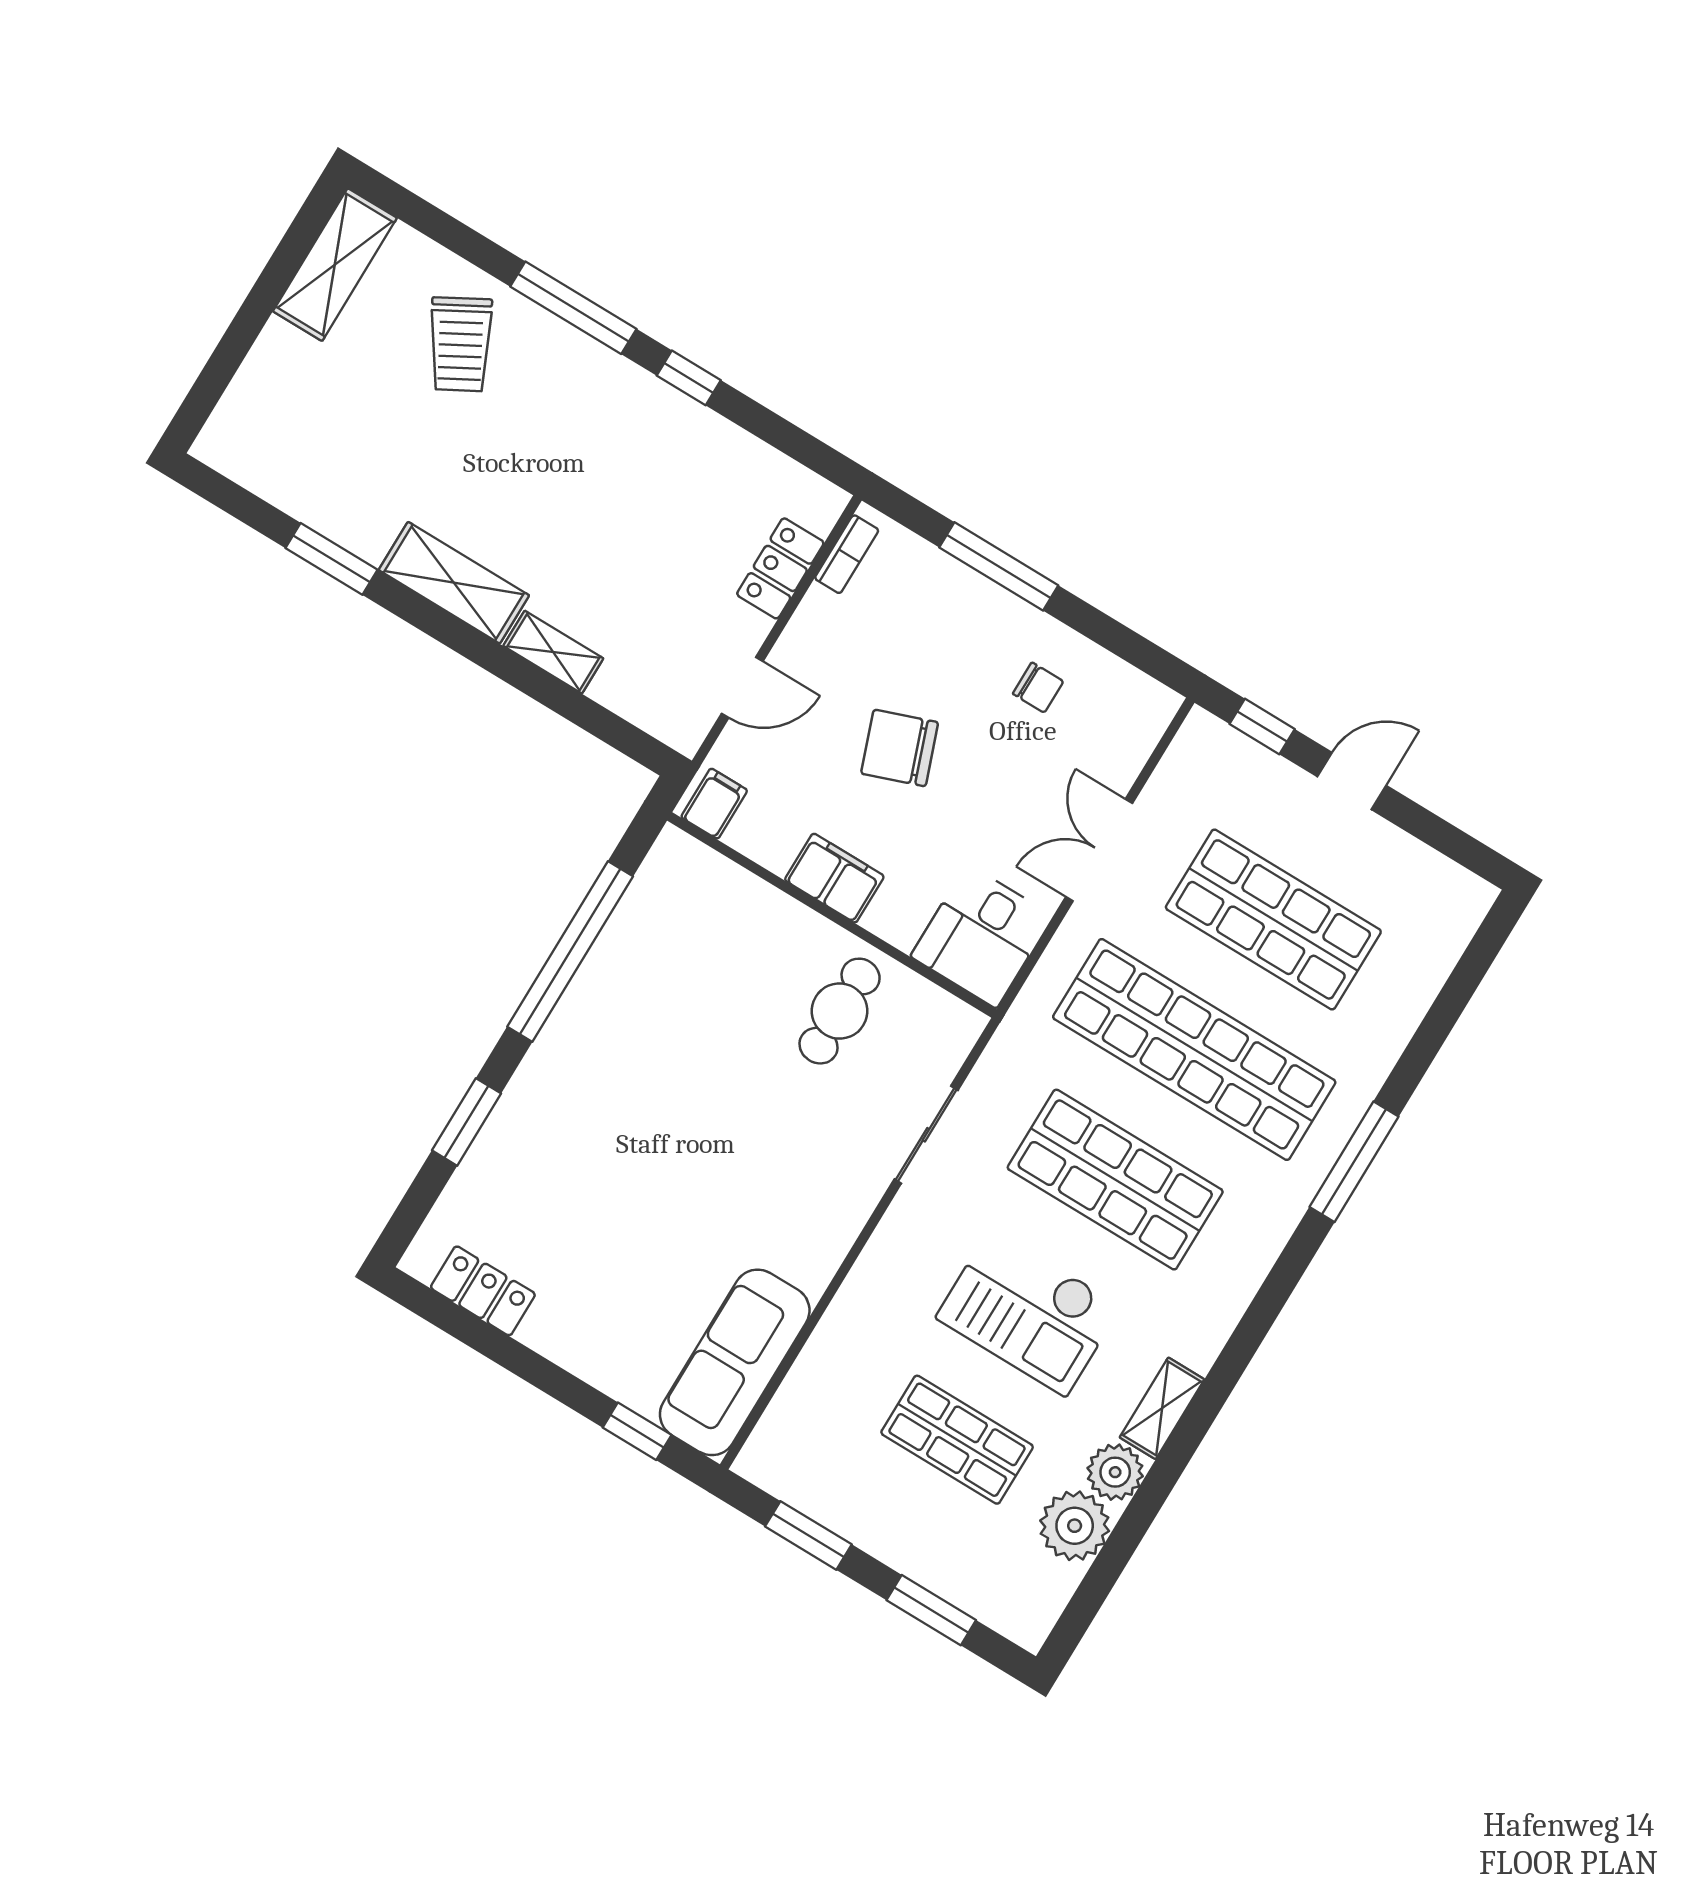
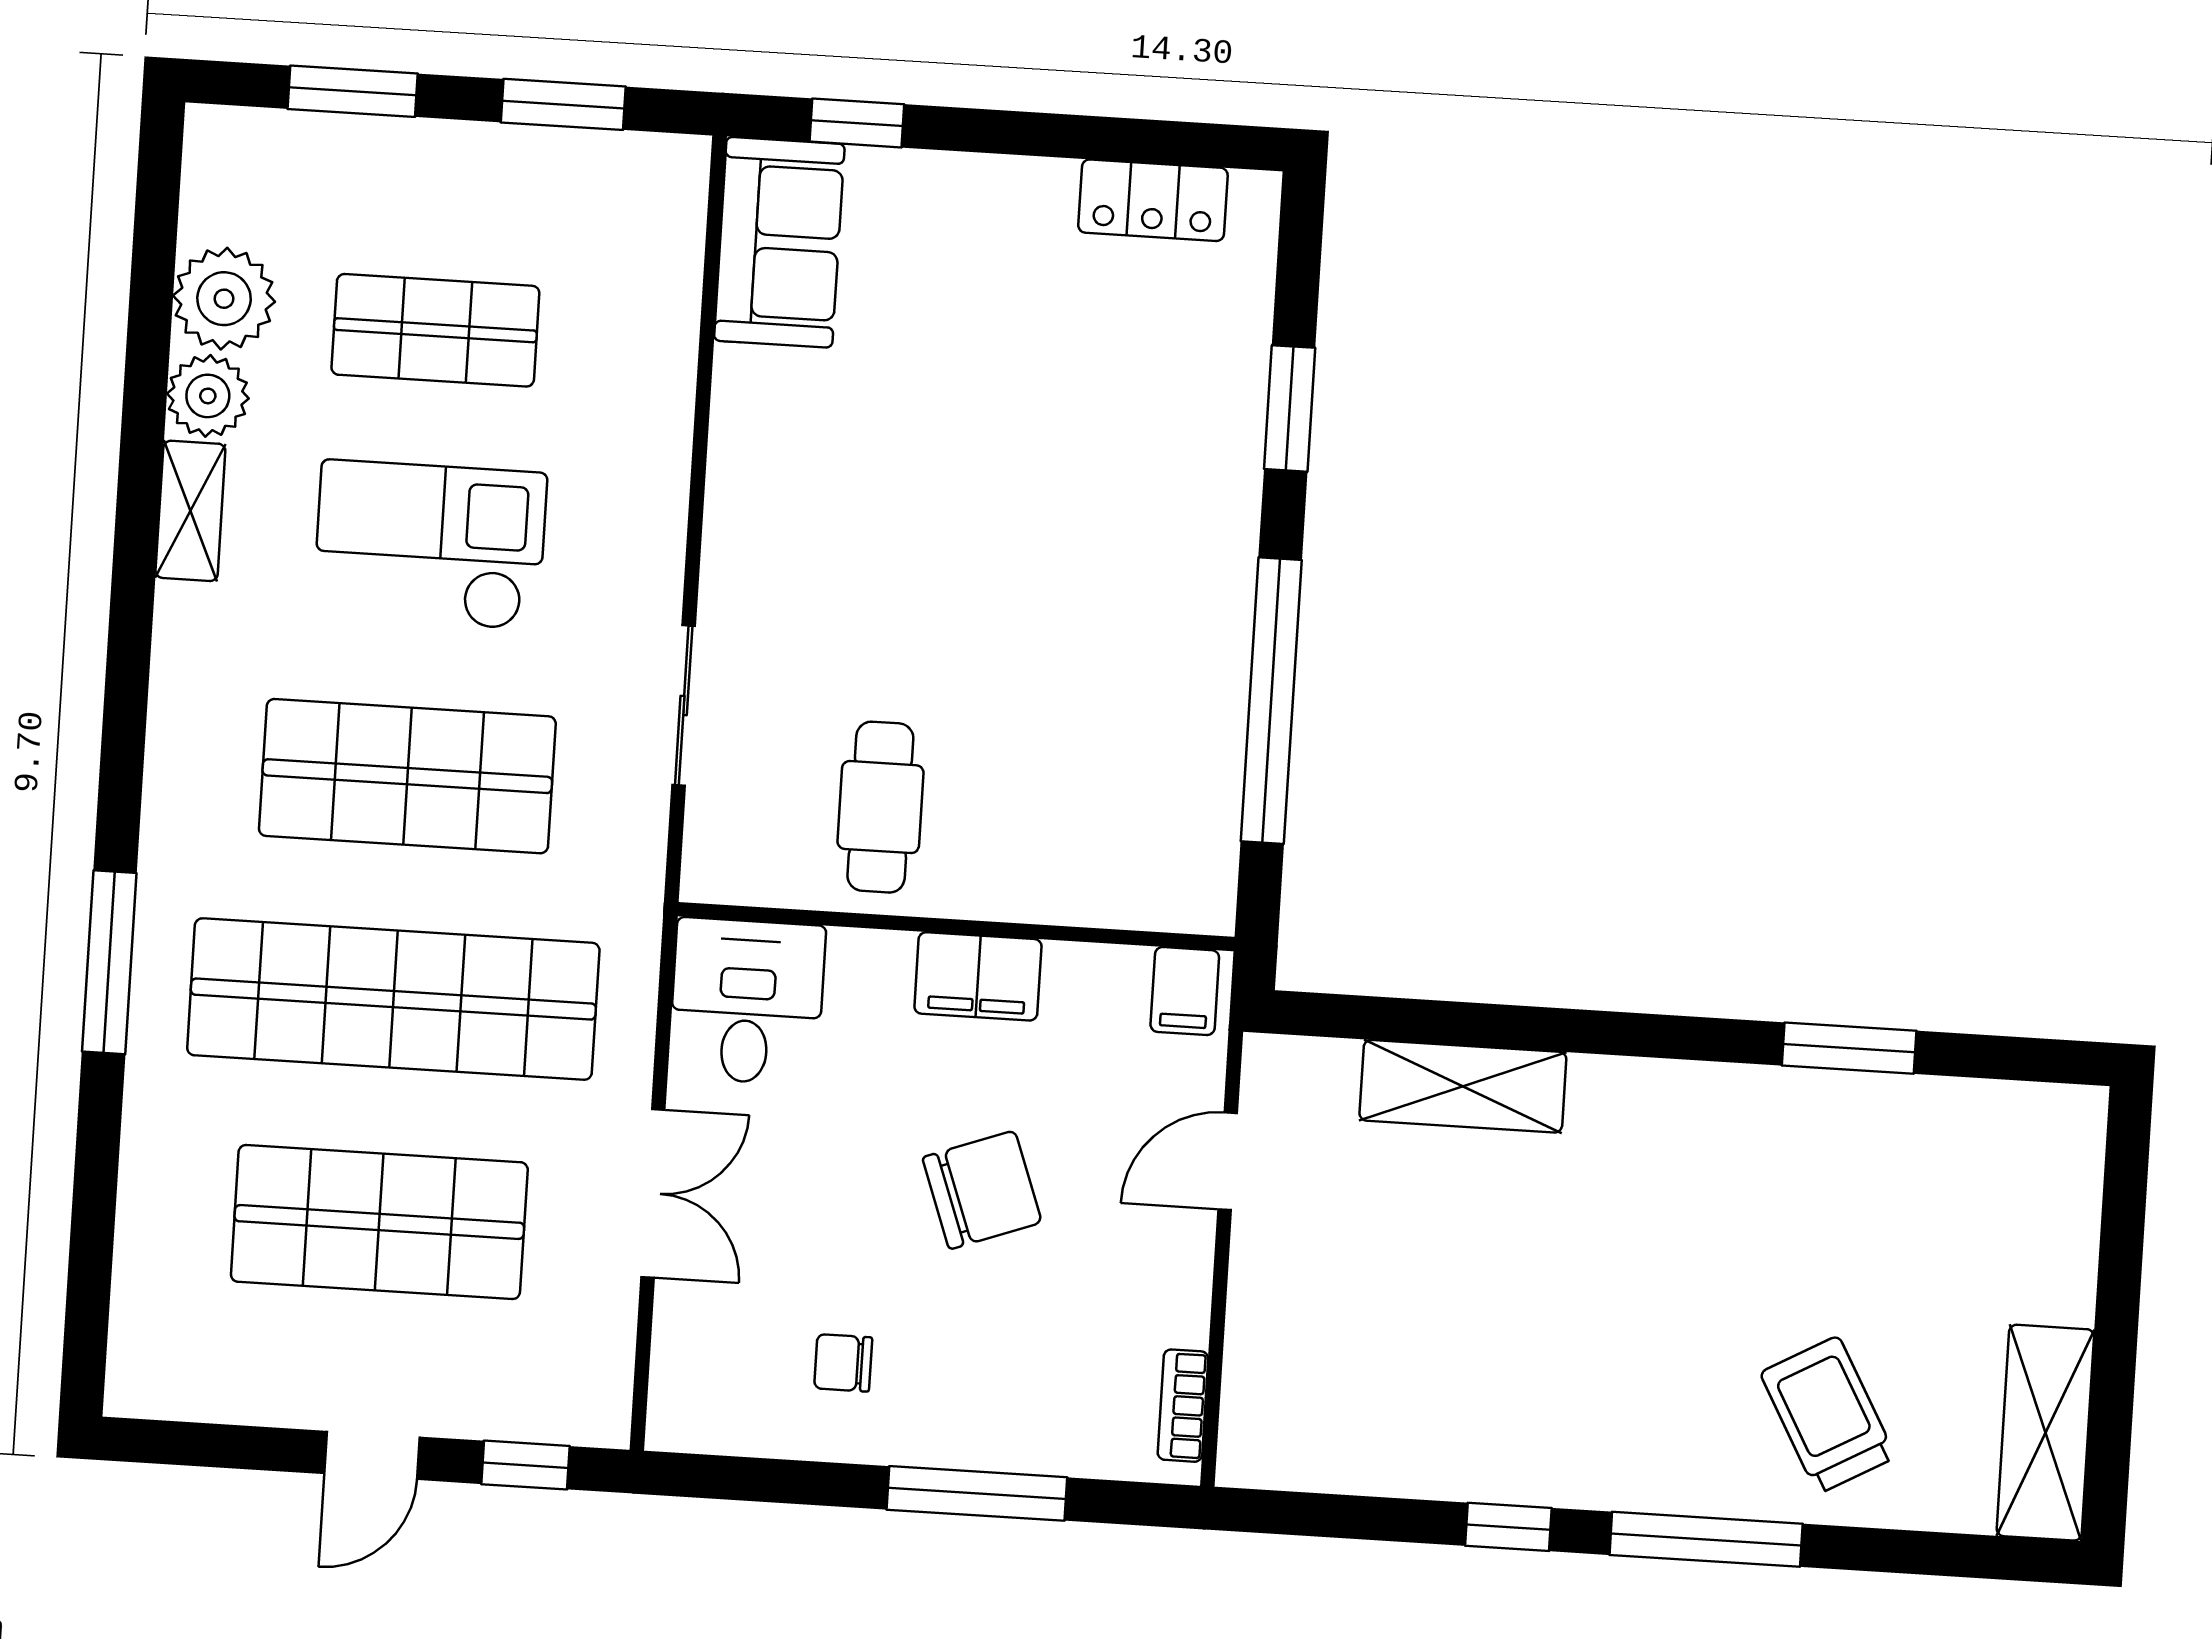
locker: (780, 568) -> (1259, 1342), removed
shelving: (454, 583) -> (1674, 1101), removed
shelving: (553, 652) -> (1463, 1086), width x1.50, depth x1.33
sofa: (735, 1362) -> (779, 242), width x0.73

